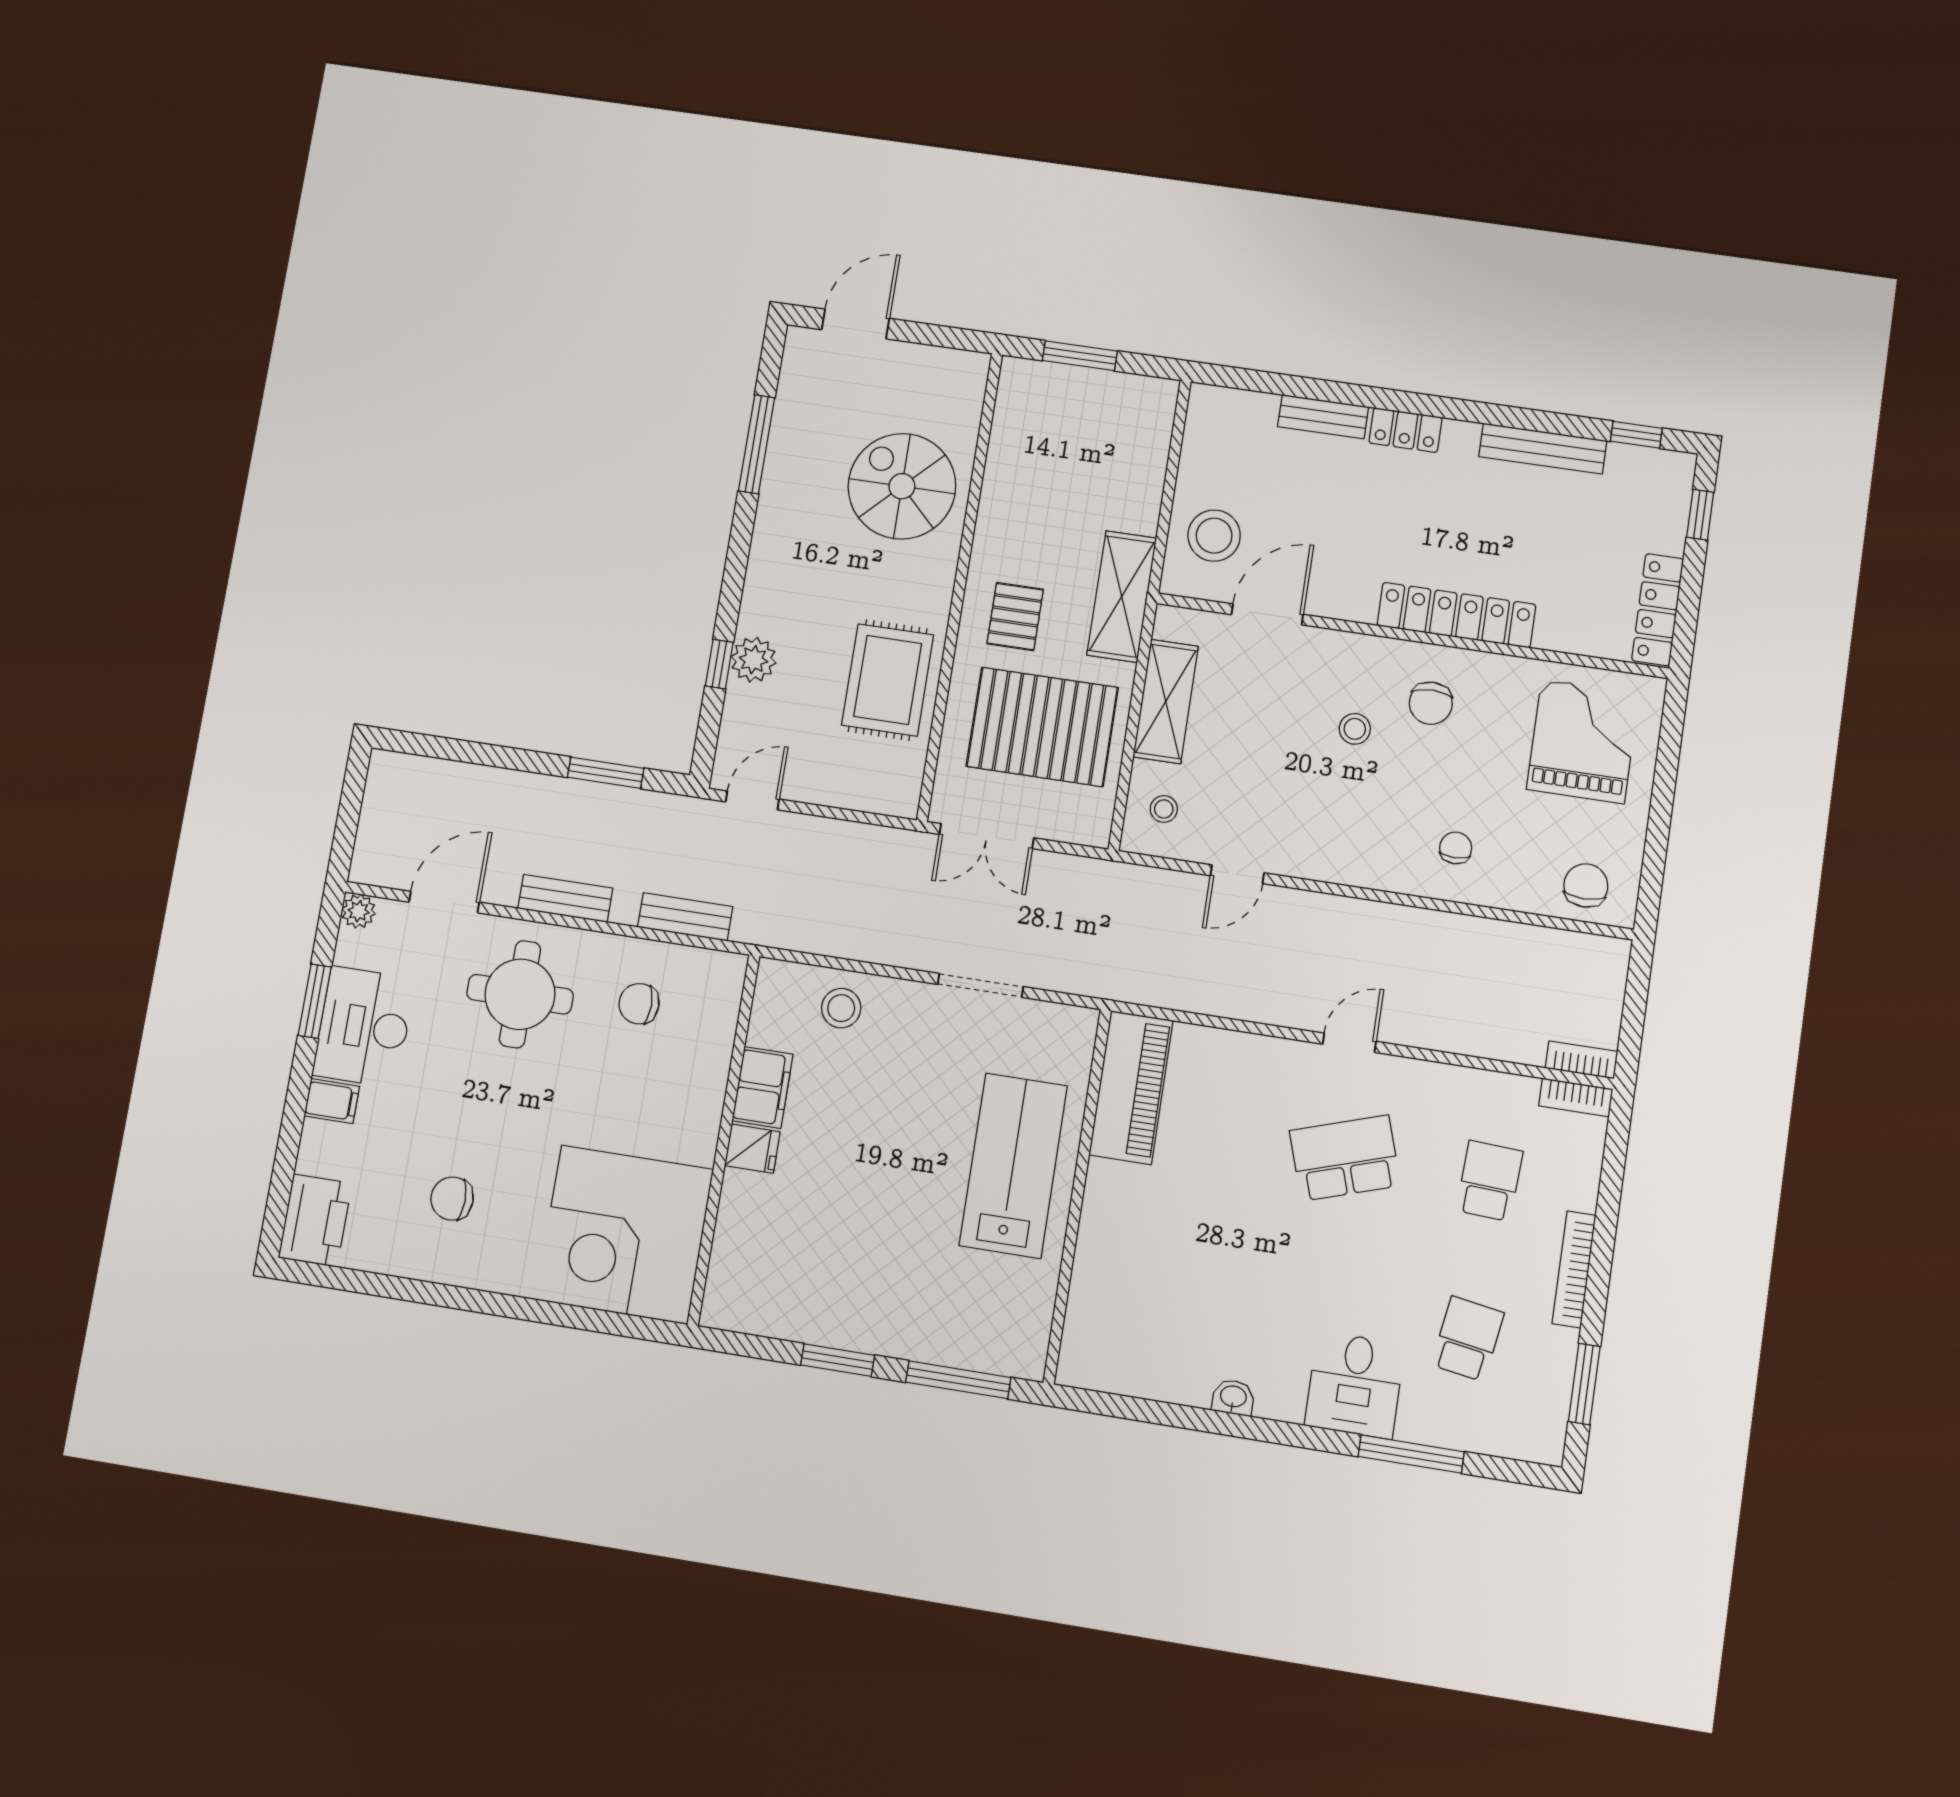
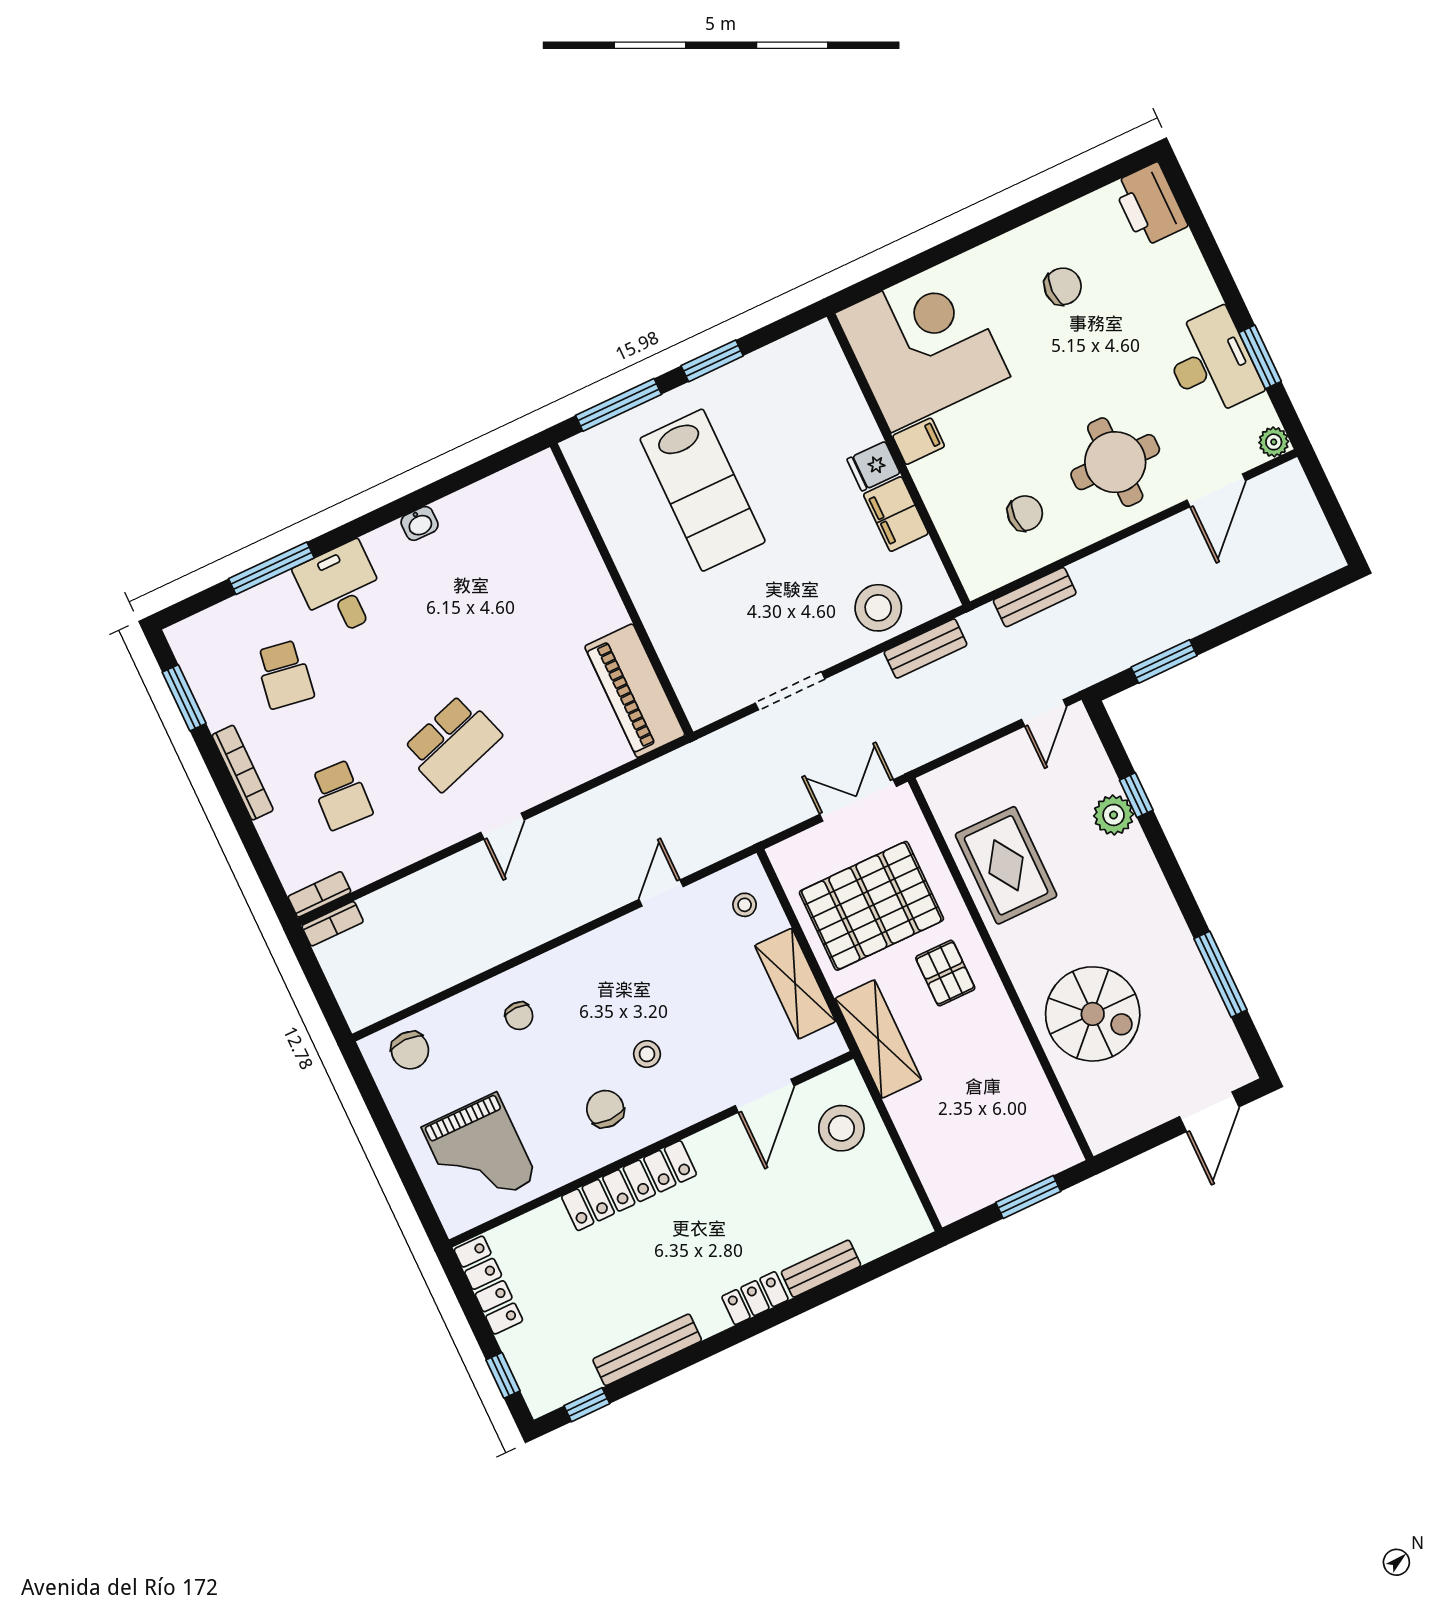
bench: (565, 898) -> (925, 648), moved
stool: (841, 1008) -> (878, 608), width x1.38, depth x1.38
filing cabinet: (332, 1101) -> (919, 441), moved, turned 180
lab bench: (1013, 1166) -> (703, 490), moved

